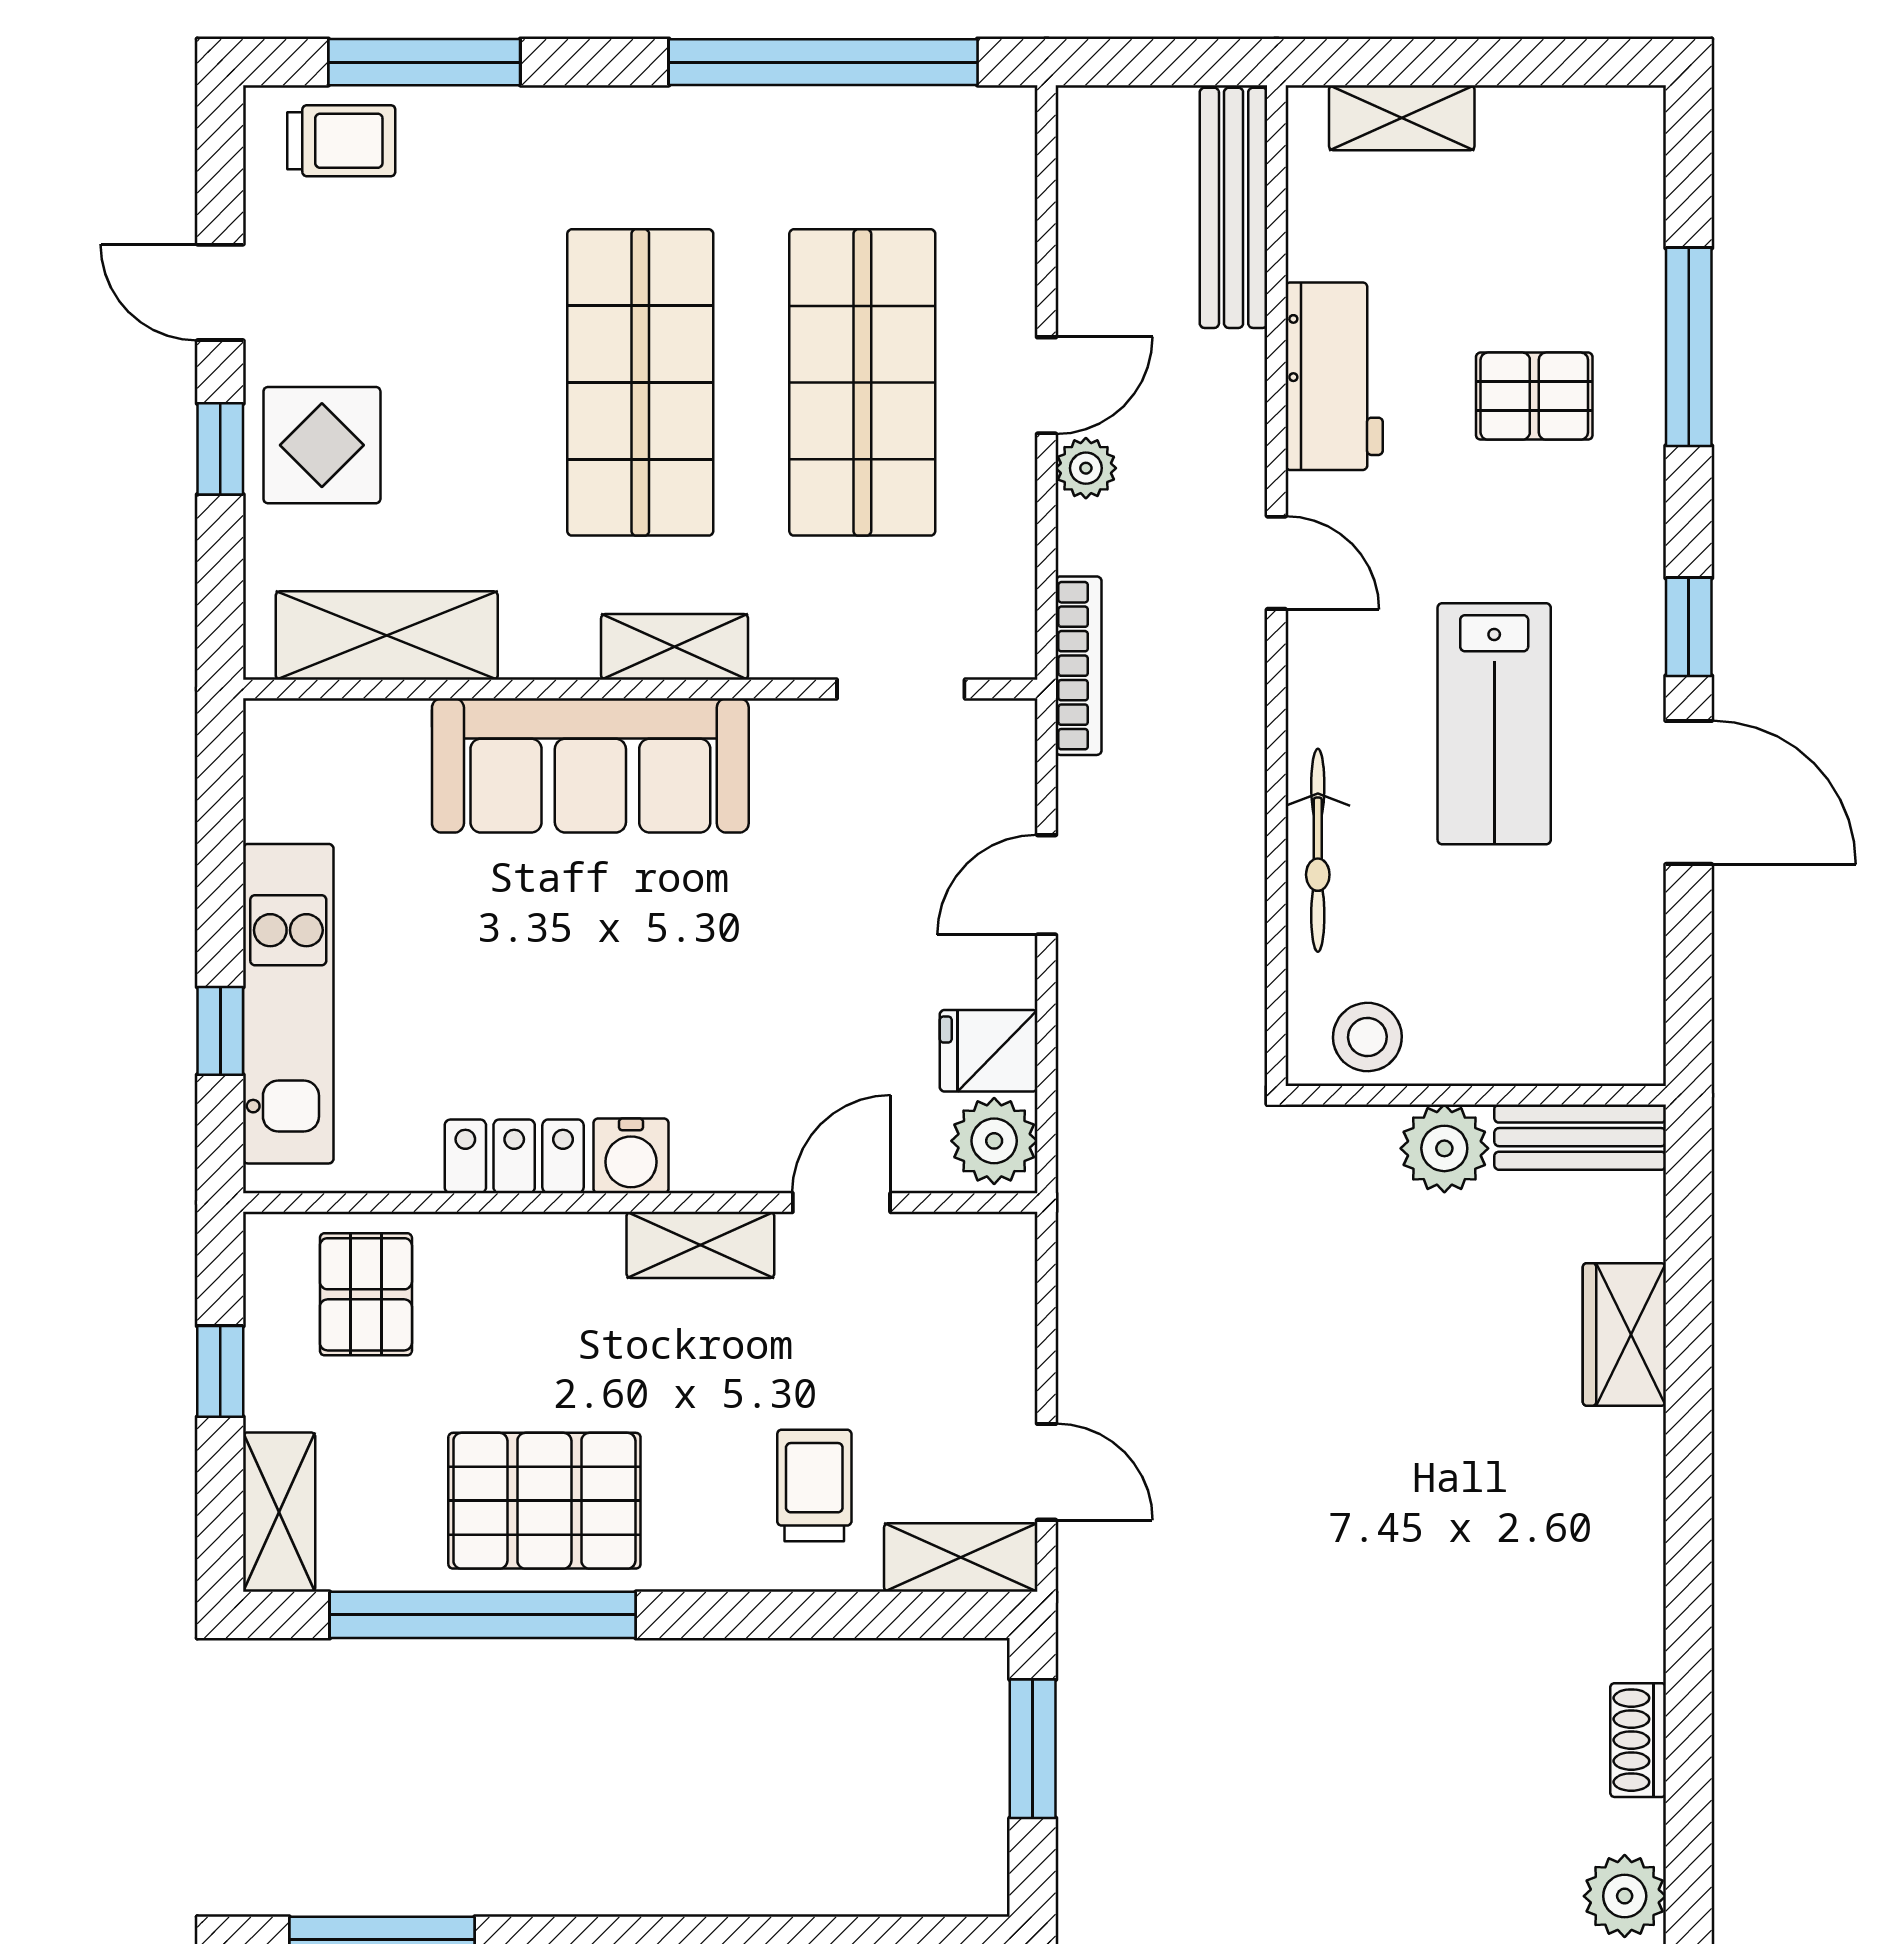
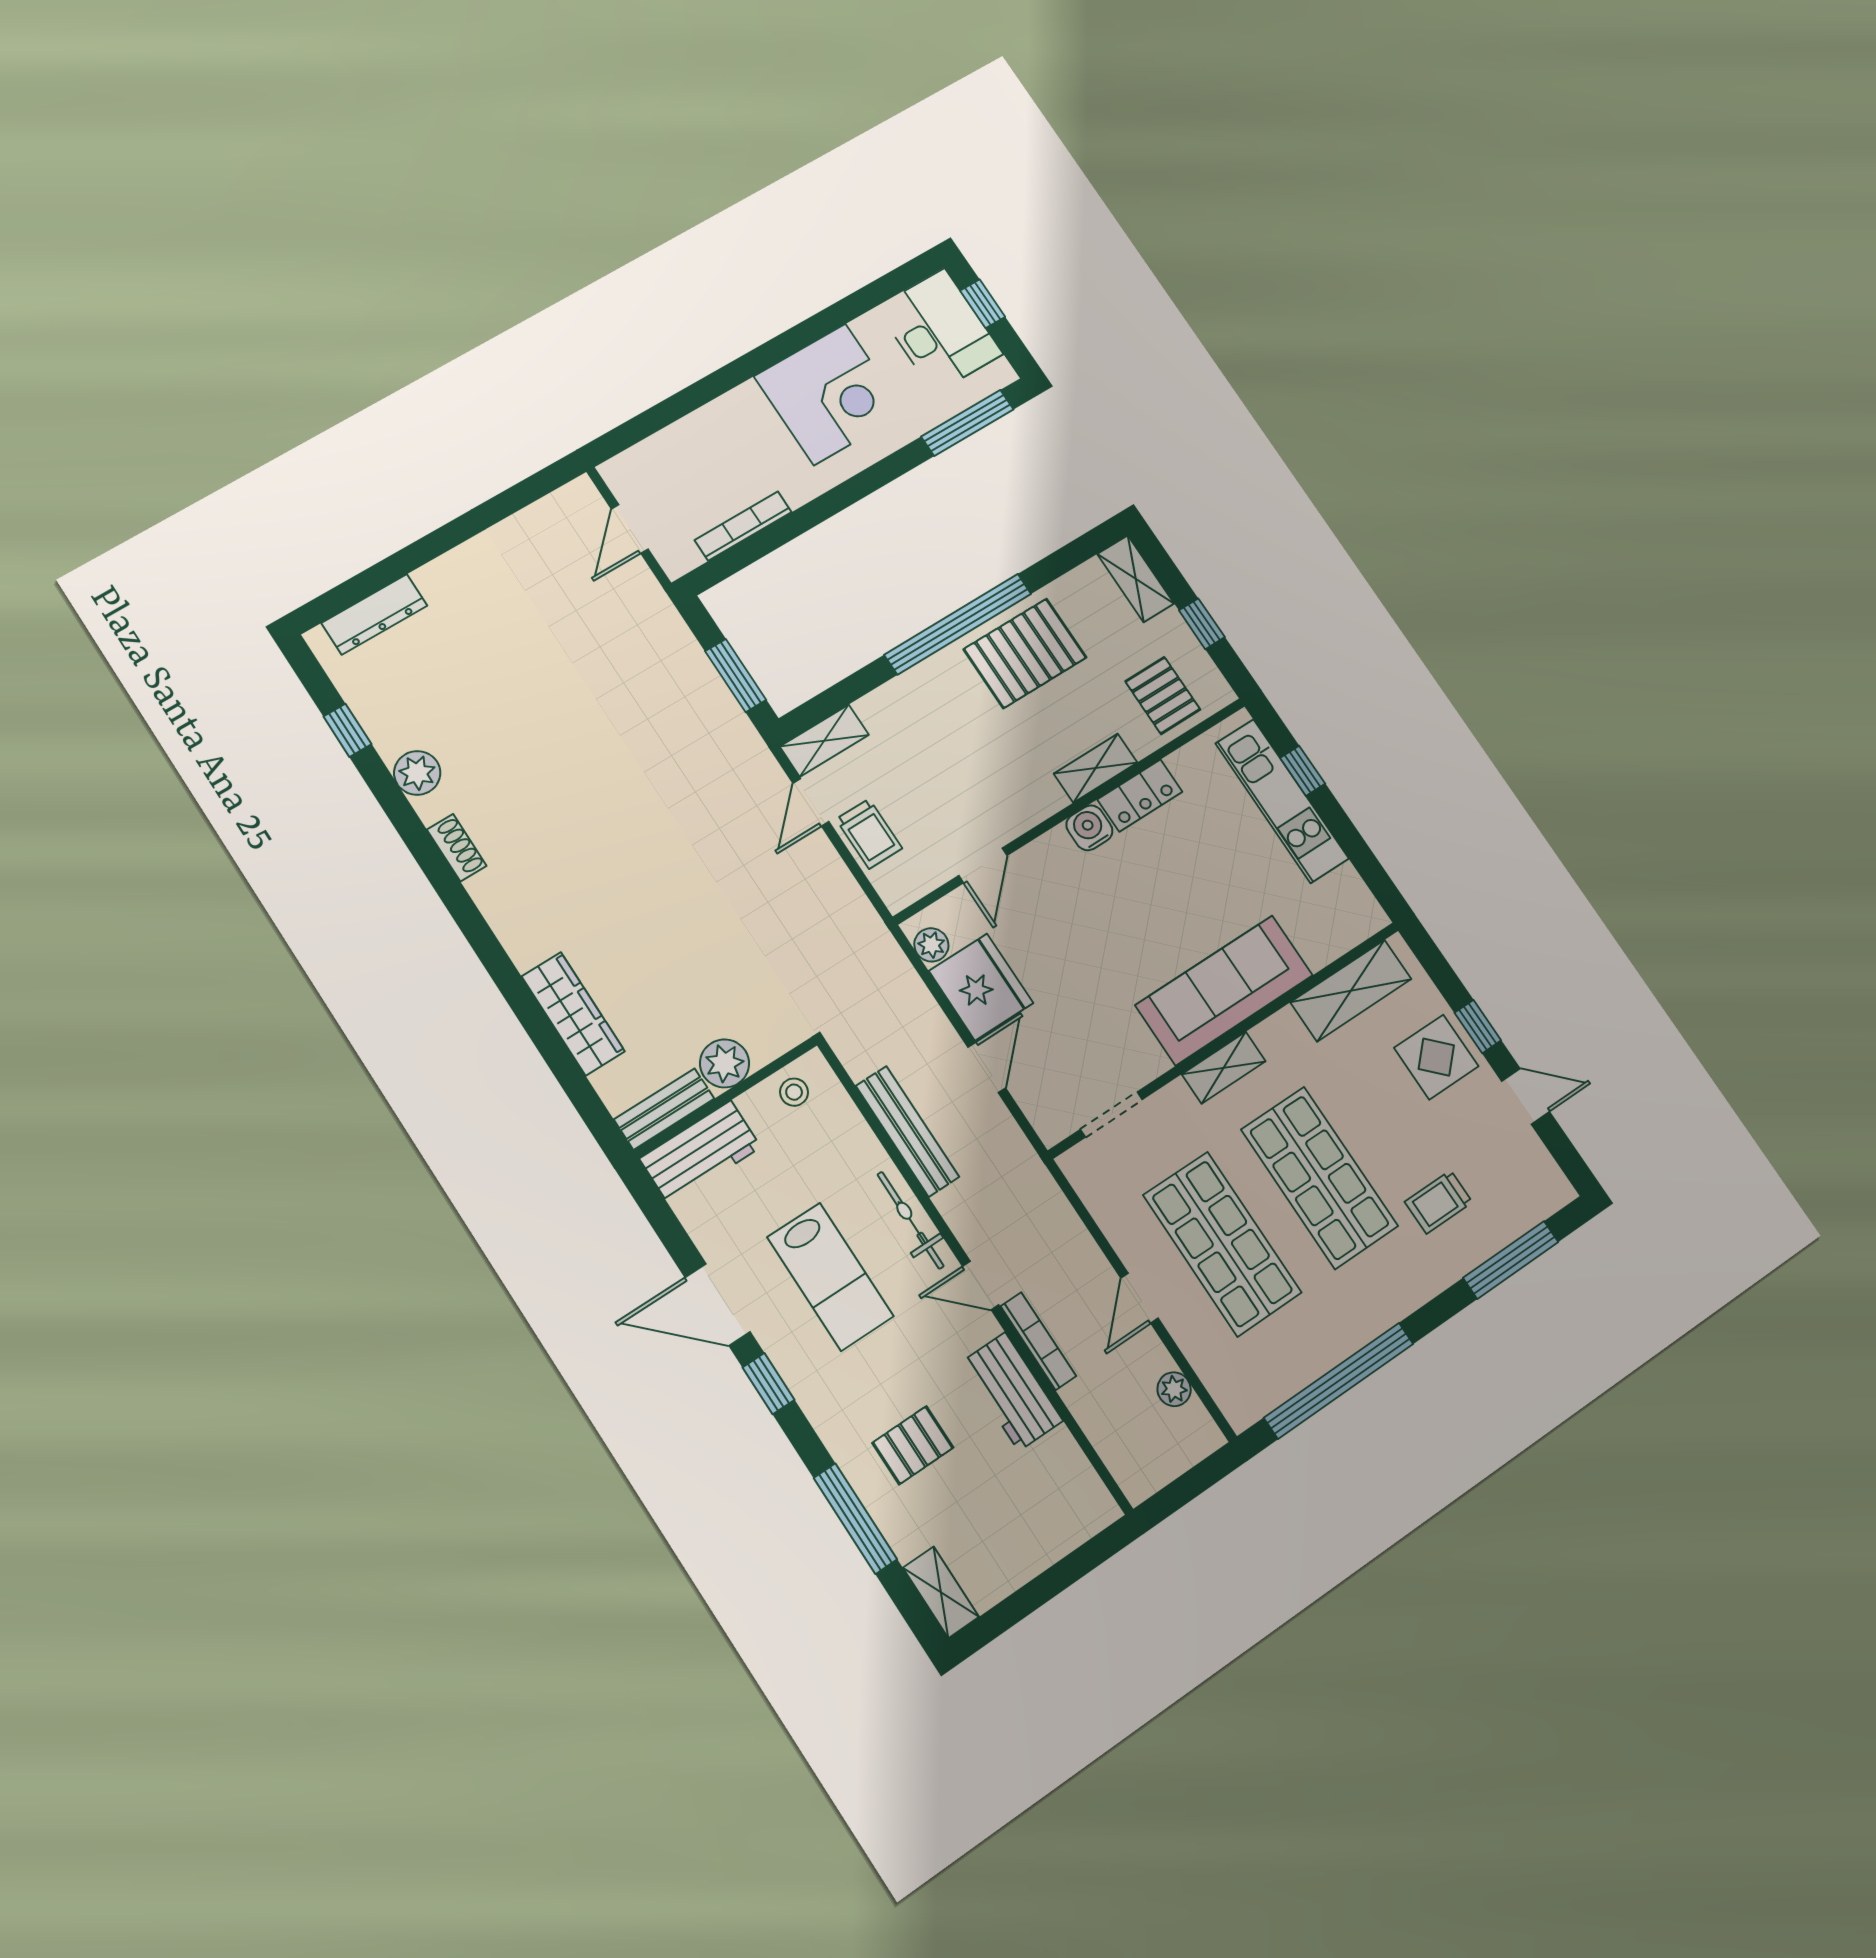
shelving: (1402, 118) -> (941, 1592), moved, turned 90
trolley: (341, 141) -> (1439, 1202), moved
bench: (1234, 208) -> (907, 1131), moved
plant: (1086, 468) -> (1174, 1389), moved
bookcase: (1079, 666) -> (1038, 1341), moved, turned 180
lab bench: (1494, 724) -> (830, 1277), turned 180
bicycle: (1318, 850) -> (911, 1220), moved
workbench: (1568, 1036) -> (700, 1153), added
stool: (1367, 1037) -> (794, 1092), width x0.73, depth x0.73
fridge: (989, 1051) -> (981, 987), width x1.88, depth x1.34
plant: (994, 1141) -> (931, 945), width x0.73, depth x0.73
shelving: (700, 1245) -> (1096, 768), moved
wardrobe: (1624, 1334) -> (573, 1014), width x1.50
door: (1046, 1472) -> (811, 802), hinge flipped
trolley: (814, 1485) -> (869, 834), moved
window: (483, 1615) -> (958, 624), moved

